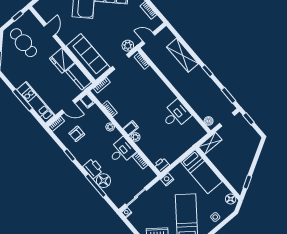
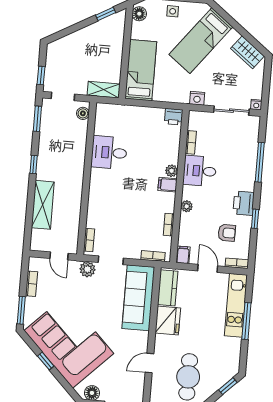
printer: (93, 168) -> (244, 203), moved
nightstand: (167, 179) -> (197, 98), moved
floor lamp: (103, 181) -> (247, 160), removed

